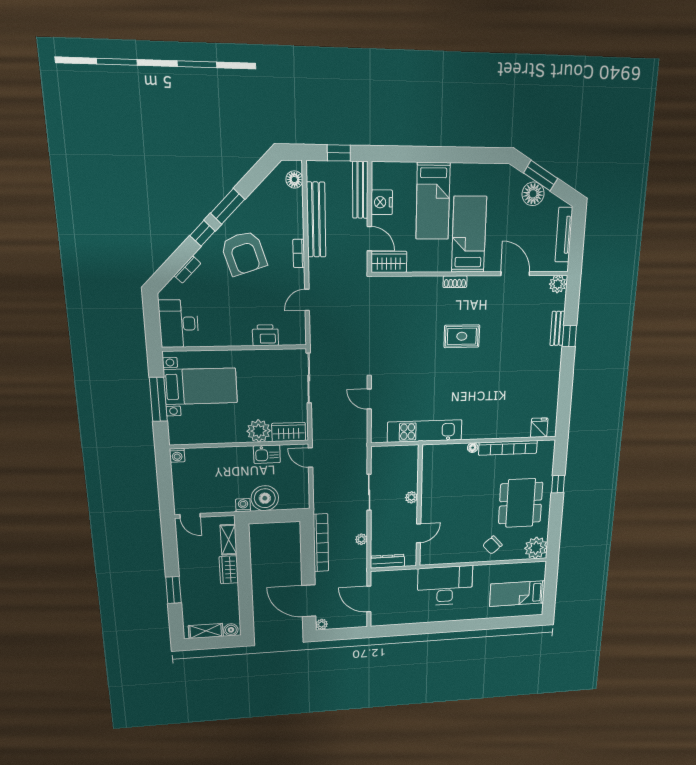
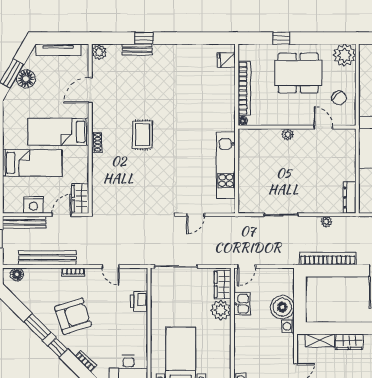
plant: (411, 497) -> (288, 134), moved
wall: (419, 507) -> (297, 127), moved
door: (419, 533) -> (323, 127), moved

